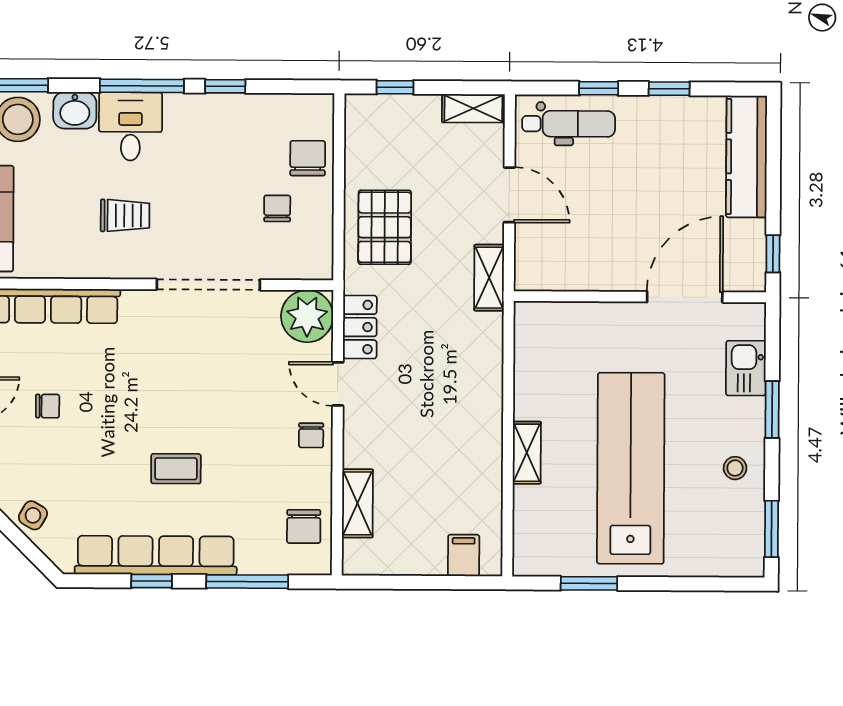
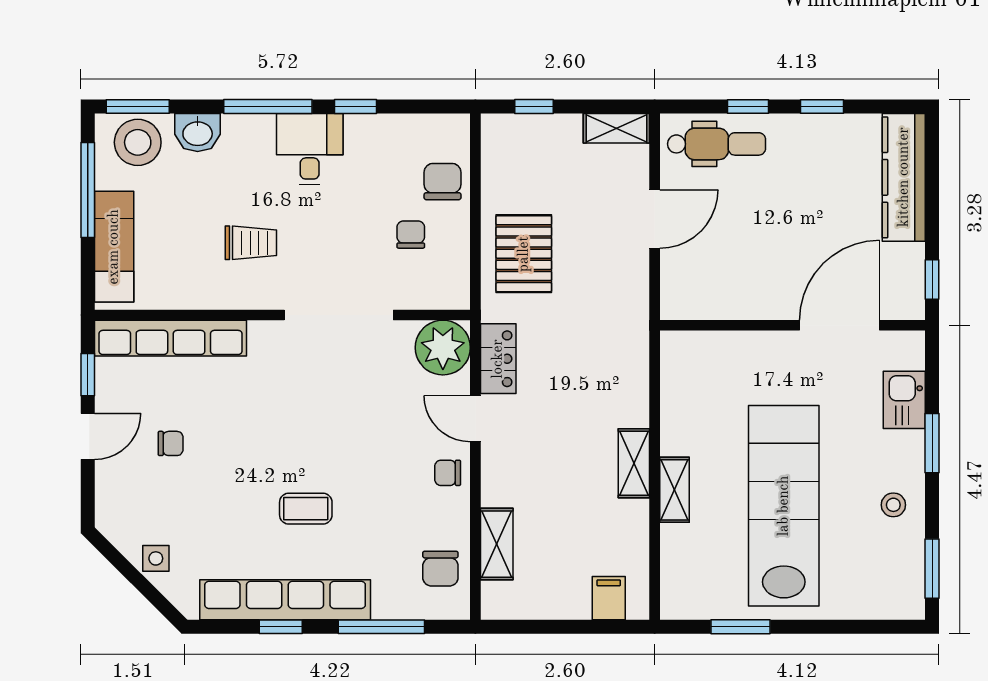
desk: (130, 126) -> (310, 149), moved
door: (509, 195) -> (655, 219), hinge flipped
shelving: (489, 278) -> (634, 463), moved
chair: (311, 435) -> (448, 473), turned 90
side table: (33, 515) -> (156, 558), turned -30

